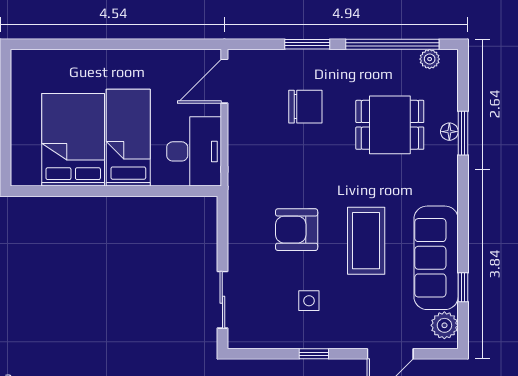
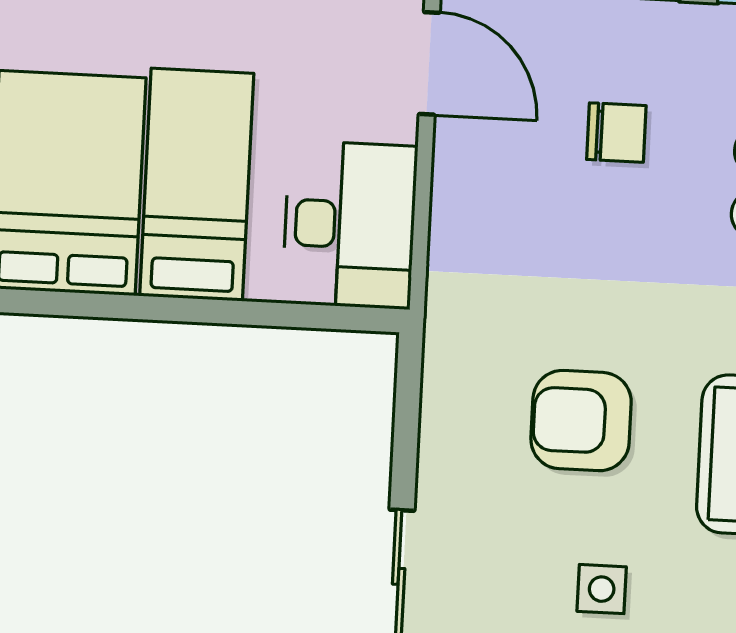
door: (224, 81) -> (429, 63), swing flipped
chair: (305, 107) -> (616, 133), width x0.73, depth x0.73

